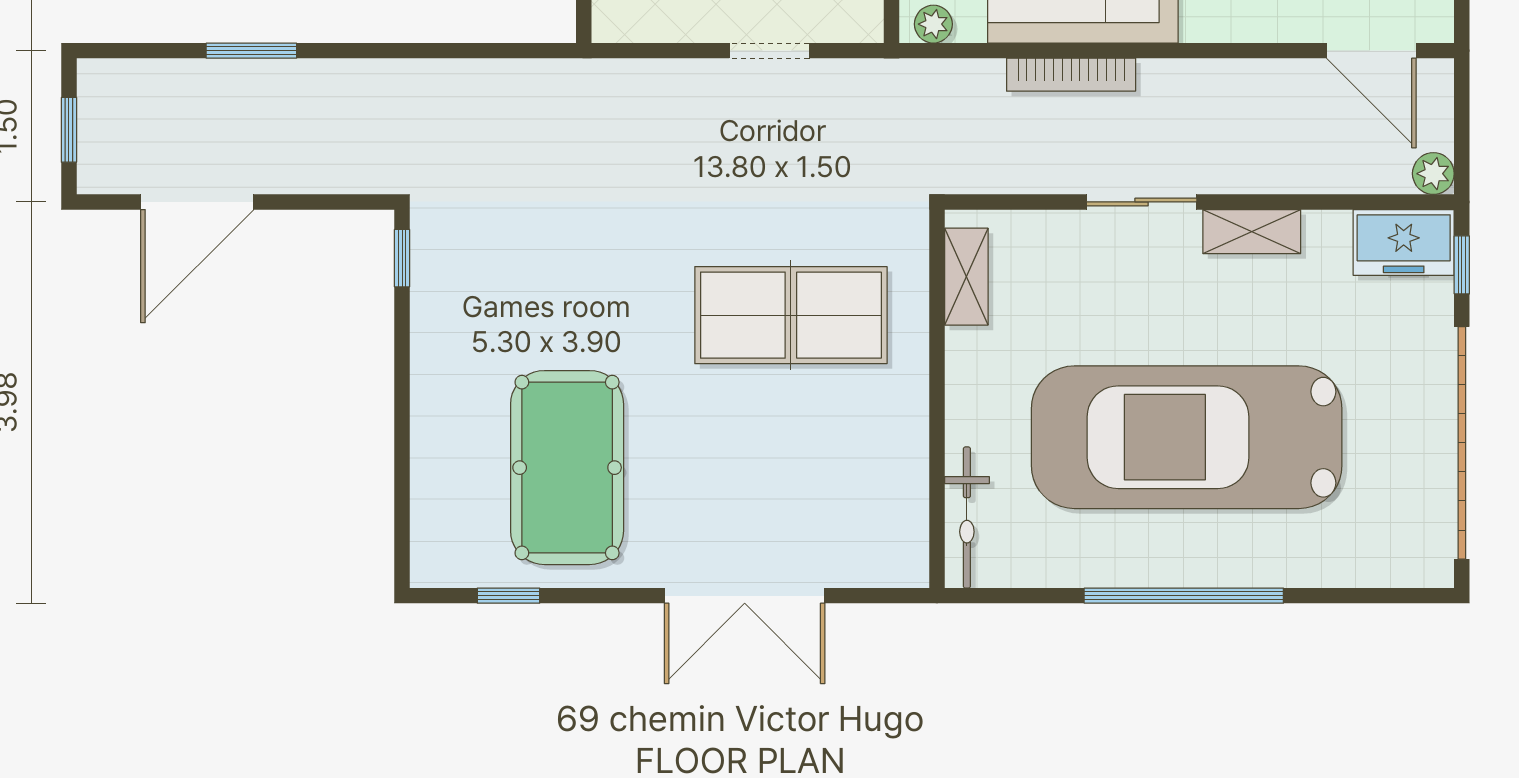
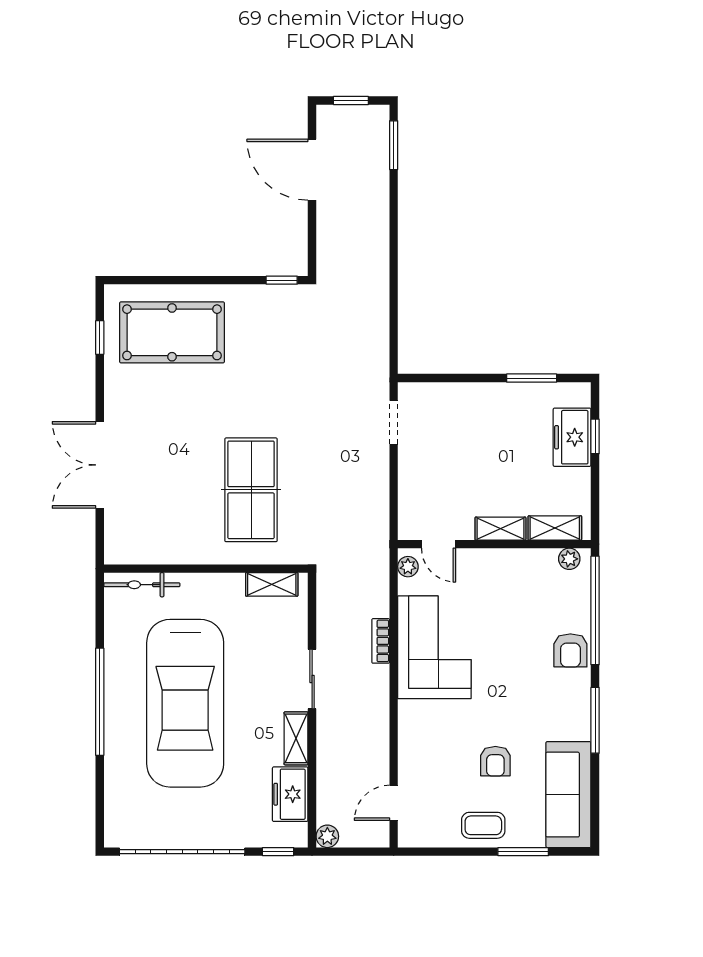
window: (251, 51) -> (394, 145), moved
doorway: (769, 51) -> (394, 422), moved
door: (1371, 51) -> (394, 803), width x0.73
bookcase: (1071, 75) -> (381, 641), width x0.64
freezer: (1404, 242) -> (290, 794), moved
car: (1187, 437) -> (185, 703), turned 180
pool table: (567, 468) -> (172, 332), moved

